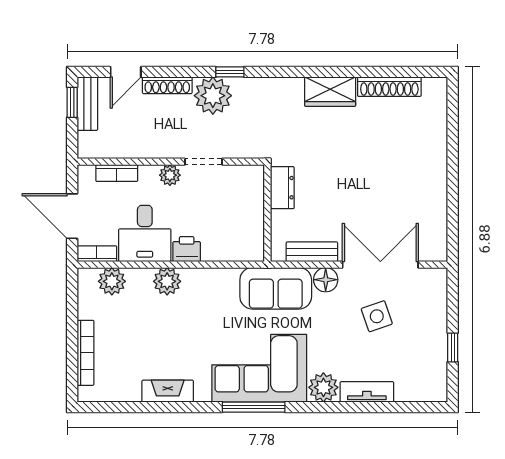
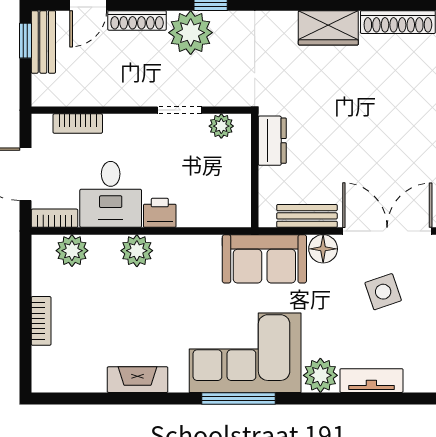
plant: (170, 175) -> (221, 126), moved
bookcase: (86, 353) -> (41, 321), width x0.64

